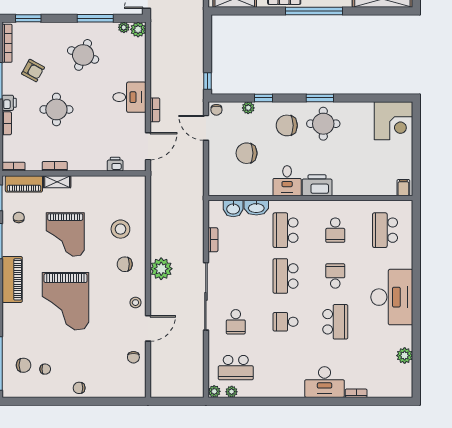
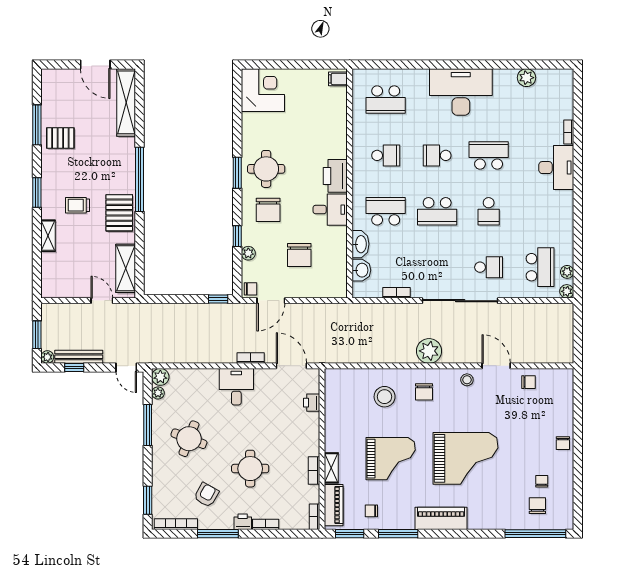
school desk: (286, 230) -> (386, 211), turned 180

